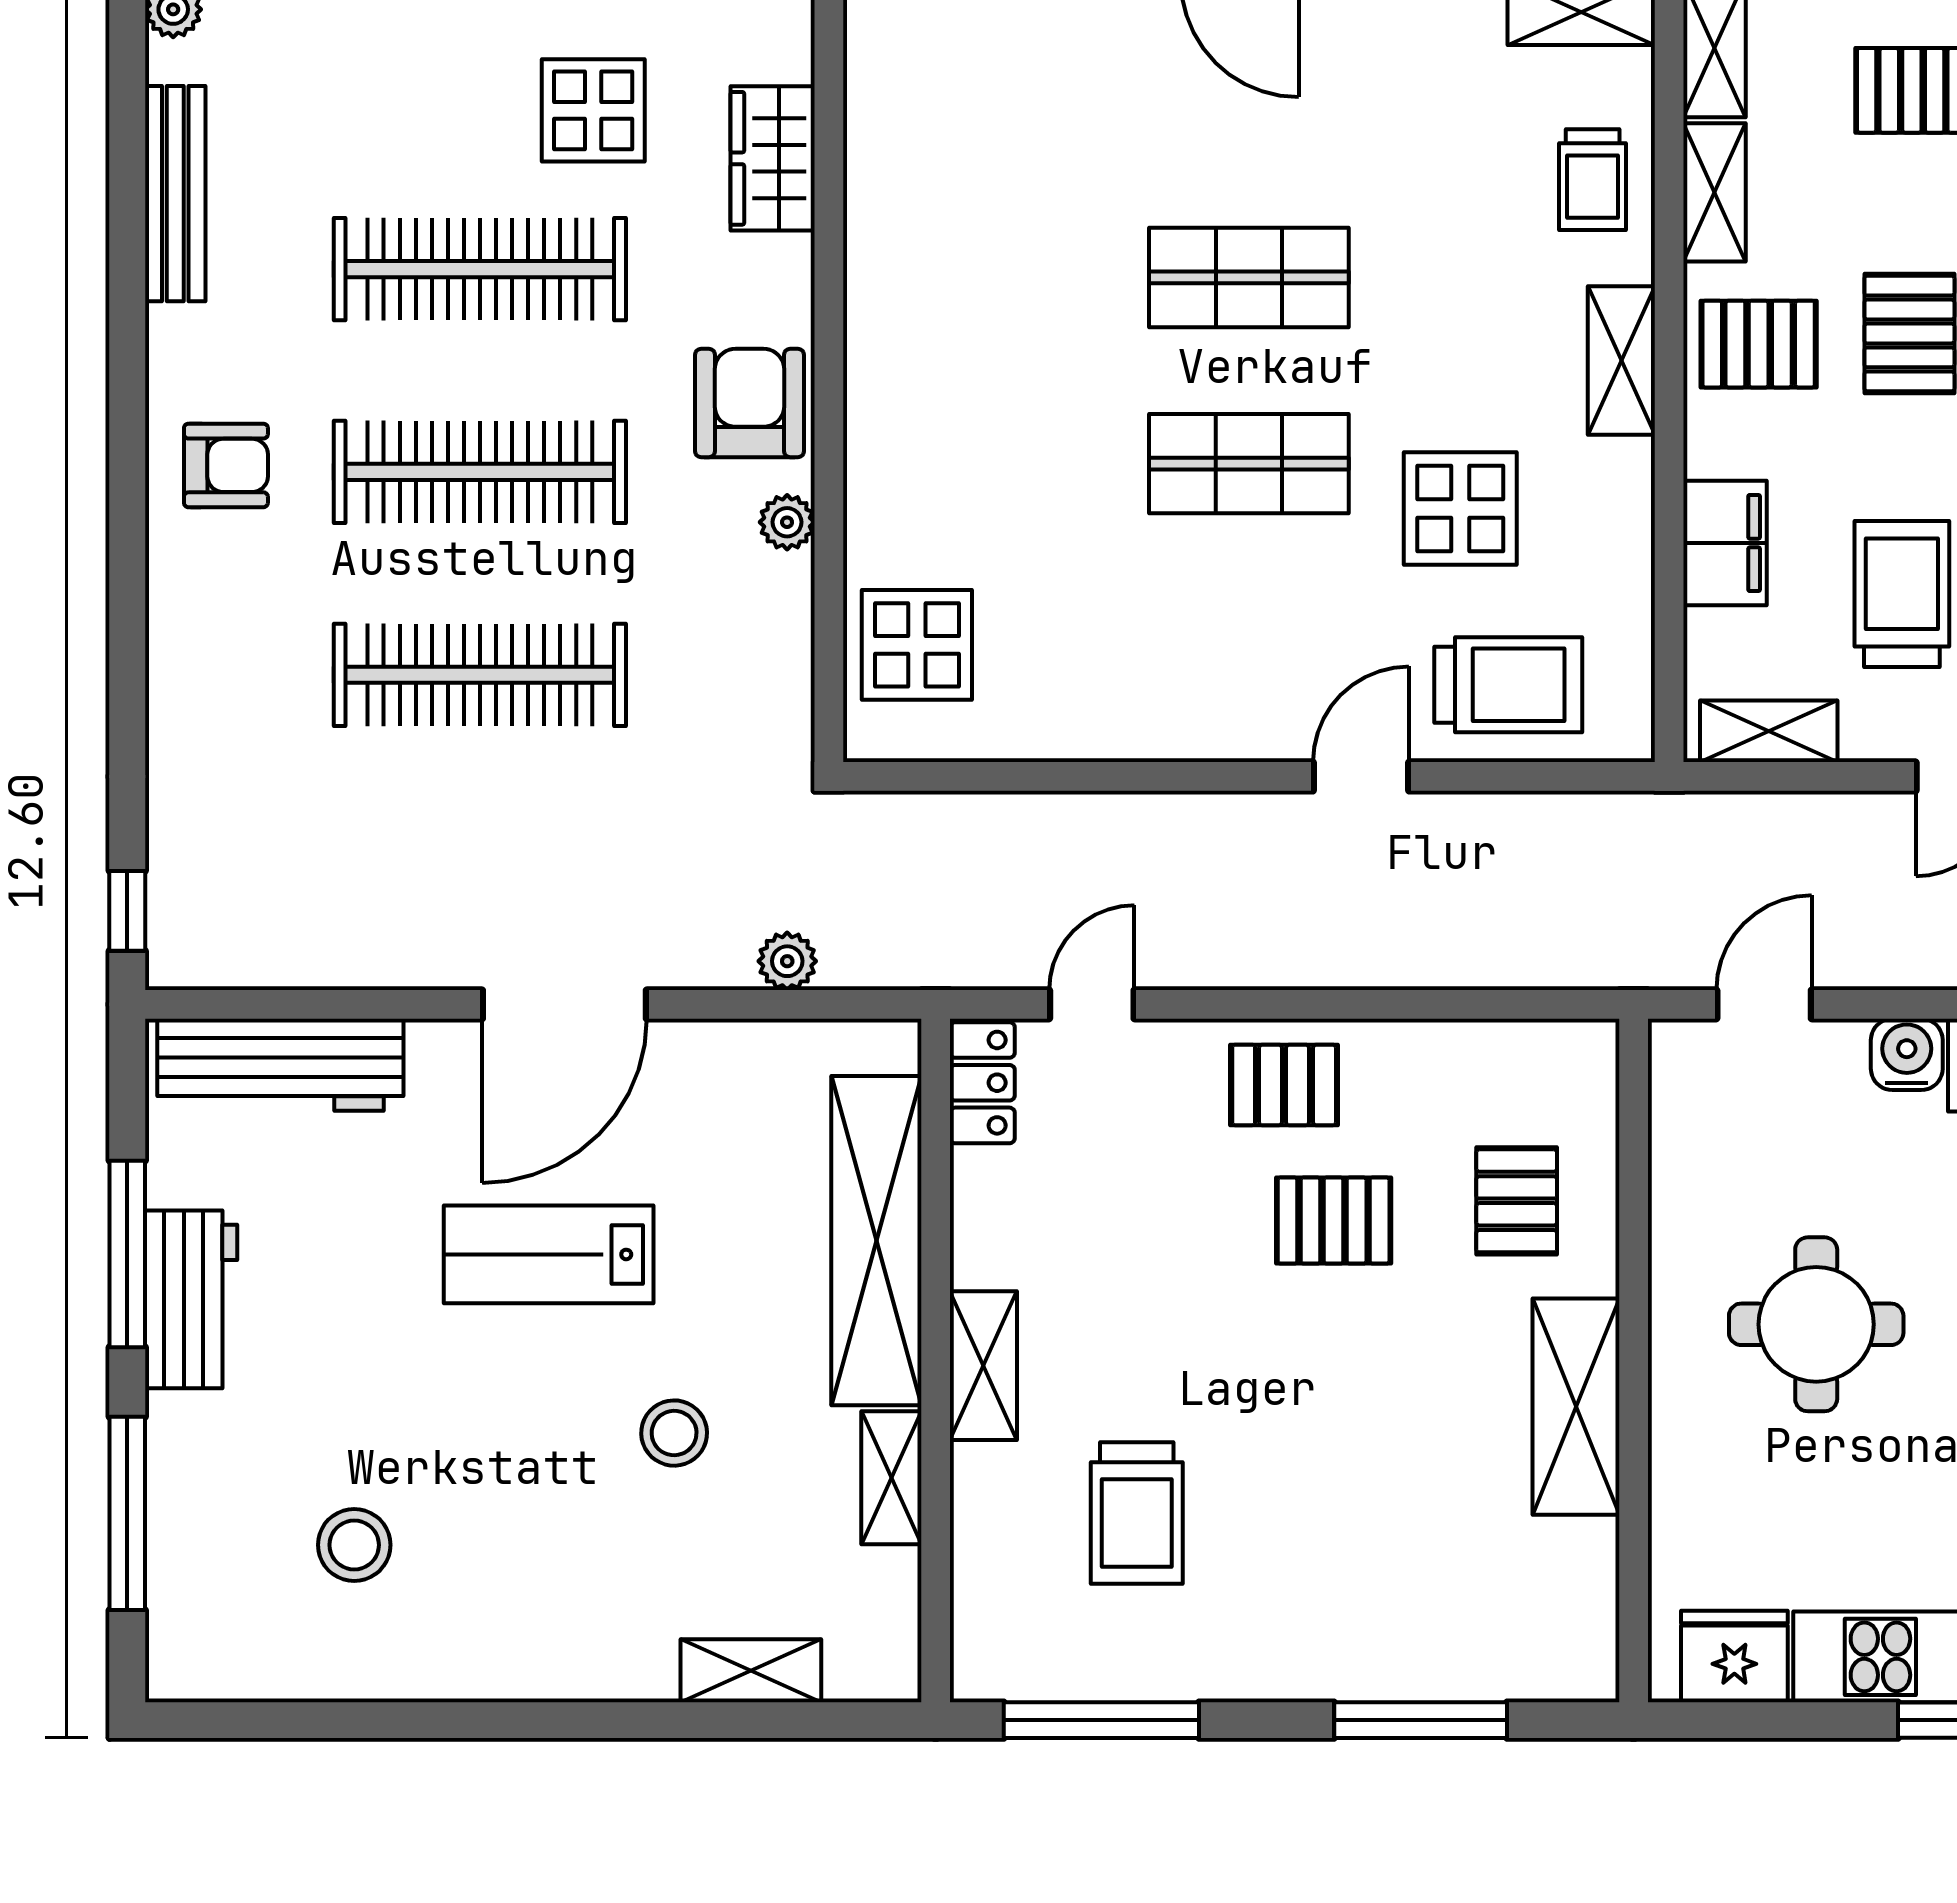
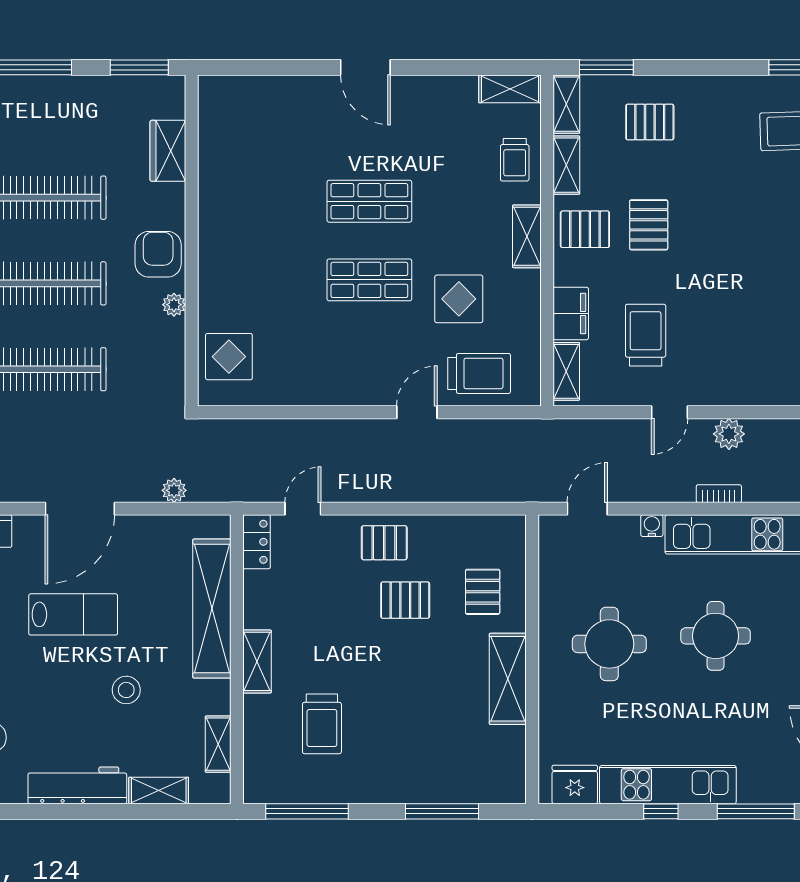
display table: (593, 110) -> (92, 130), removed
shelving: (1769, 731) -> (566, 371), moved, turned 90
water cooler: (1907, 1054) -> (652, 526), width x0.72, depth x0.72
lab bench: (549, 1254) -> (73, 614), turned 180
shelving: (891, 1478) -> (218, 744), moved
workbench: (559, 1659) -> (77, 785), added

